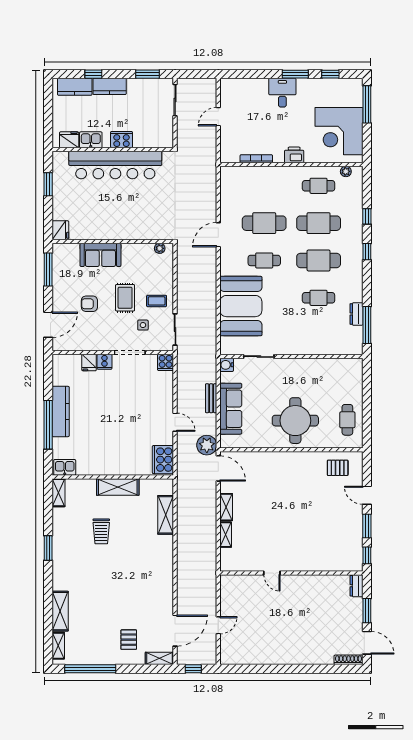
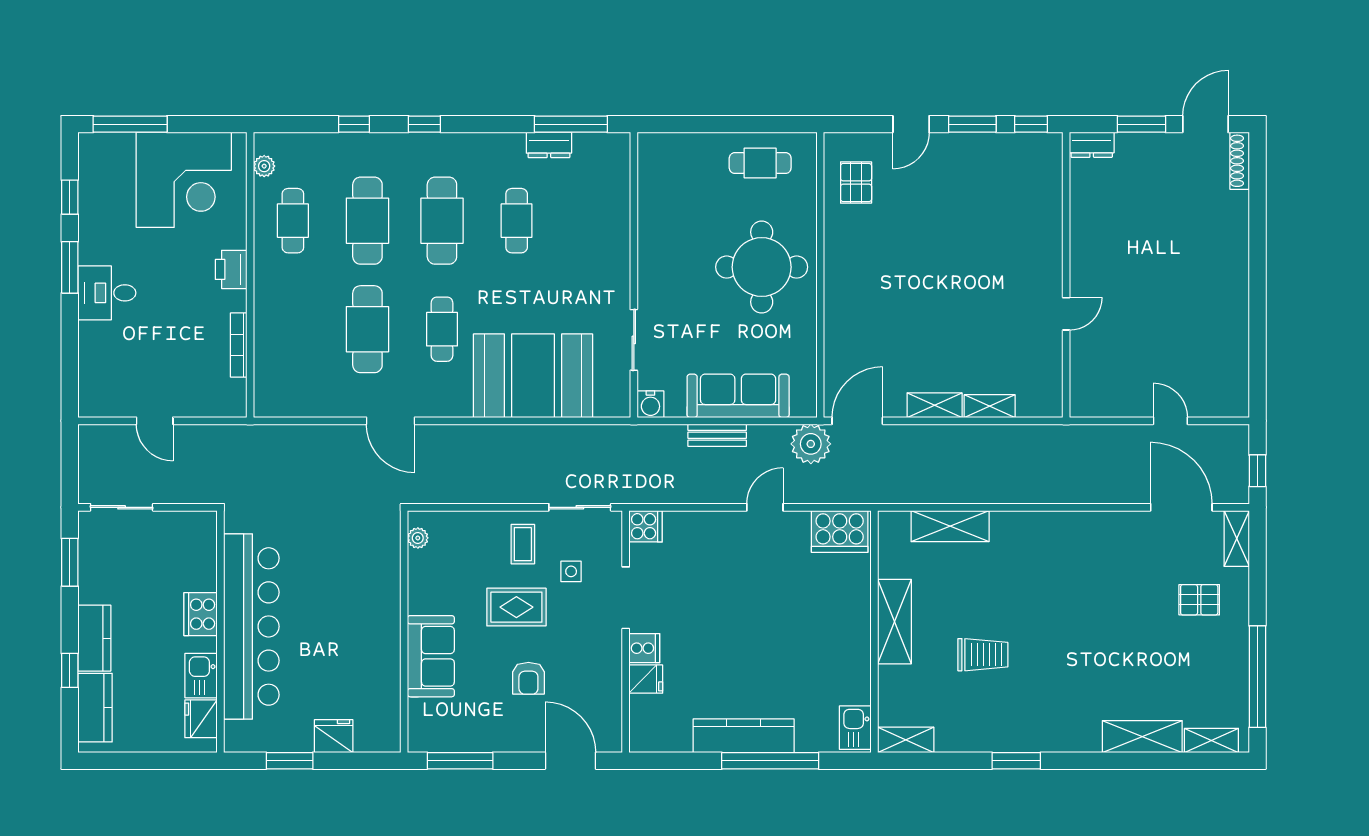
fridge: (60, 230) -> (334, 736), moved

